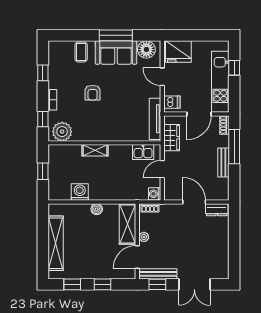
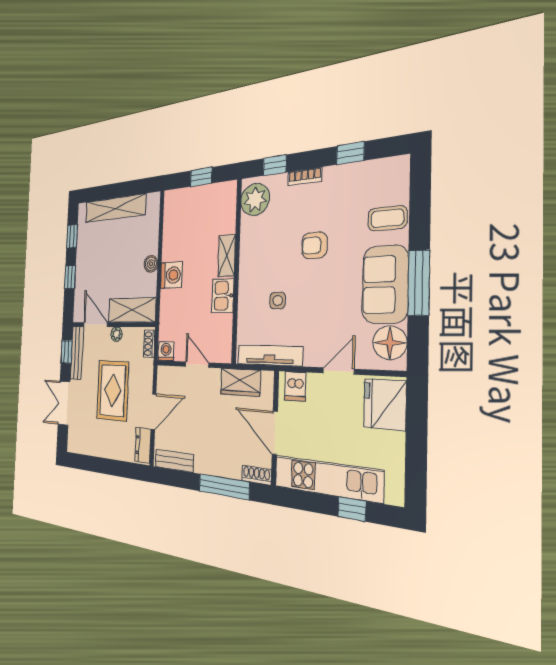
side table: (123, 115) -> (278, 301), added
kitchen sink: (143, 152) -> (223, 296), moved
bench: (223, 163) -> (174, 461), moved
washing machine: (80, 192) -> (171, 275), moved
rug: (183, 238) -> (113, 390), added

